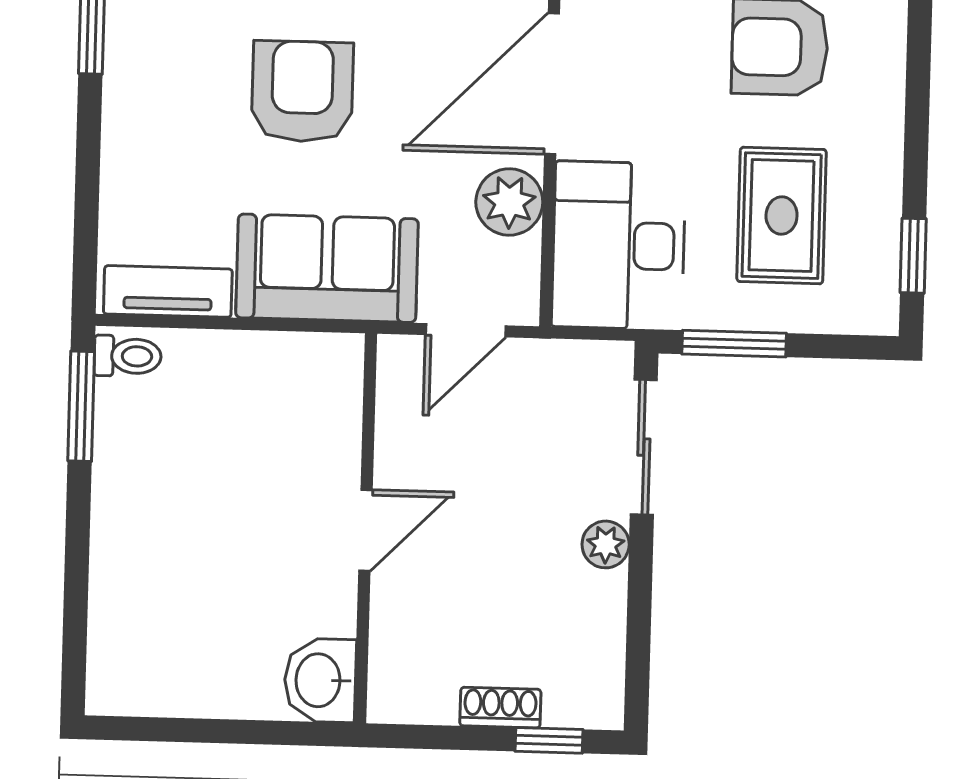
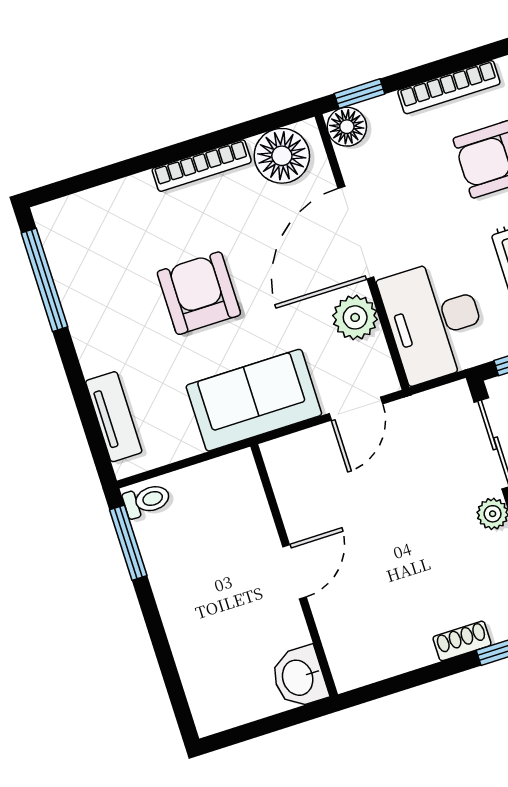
tv unit: (168, 291) -> (114, 417), moved, turned 90
wall: (366, 528) -> (294, 570), moved
door: (366, 530) -> (294, 572), moved
washbasin: (320, 680) -> (299, 677), moved

